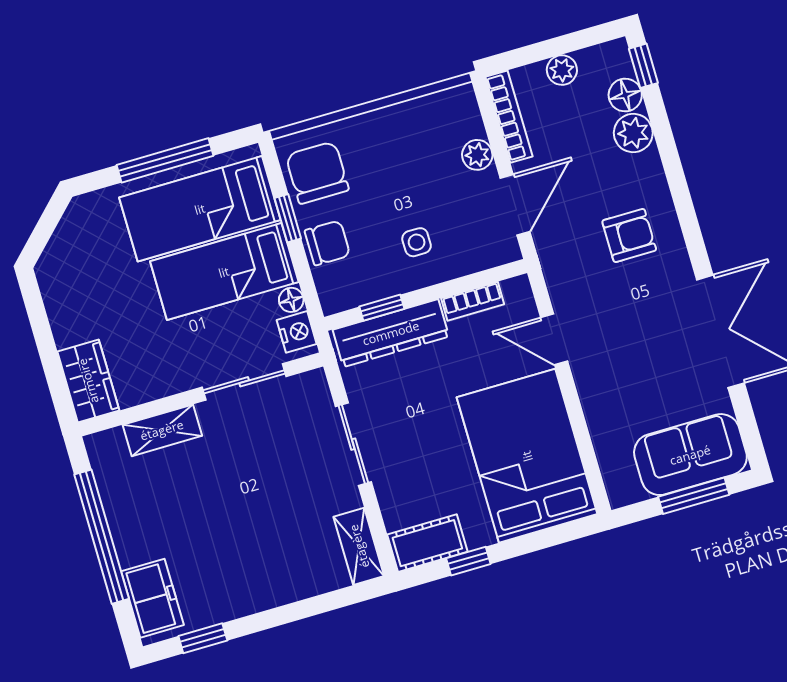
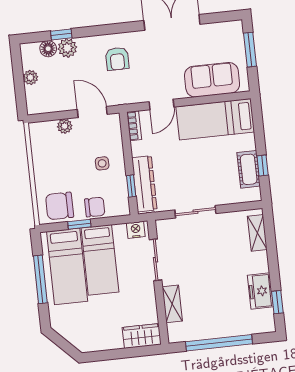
window: (643, 66) -> (61, 34), moved
bookcase: (509, 117) -> (49, 107), removed
armchair: (629, 235) -> (117, 59), turned 180
chair: (327, 243) -> (95, 207), turned 90
floor lamp: (291, 300) -> (120, 230), removed
bookcase: (473, 301) -> (134, 126), moved
sofa: (690, 455) -> (212, 80), moved, turned 90
bed: (527, 456) -> (215, 119), width x0.67
cot: (427, 543) -> (249, 169), moved
shelving: (359, 546) -> (257, 233), moved, turned 90
freezer: (152, 598) -> (260, 291), moved, turned -90

